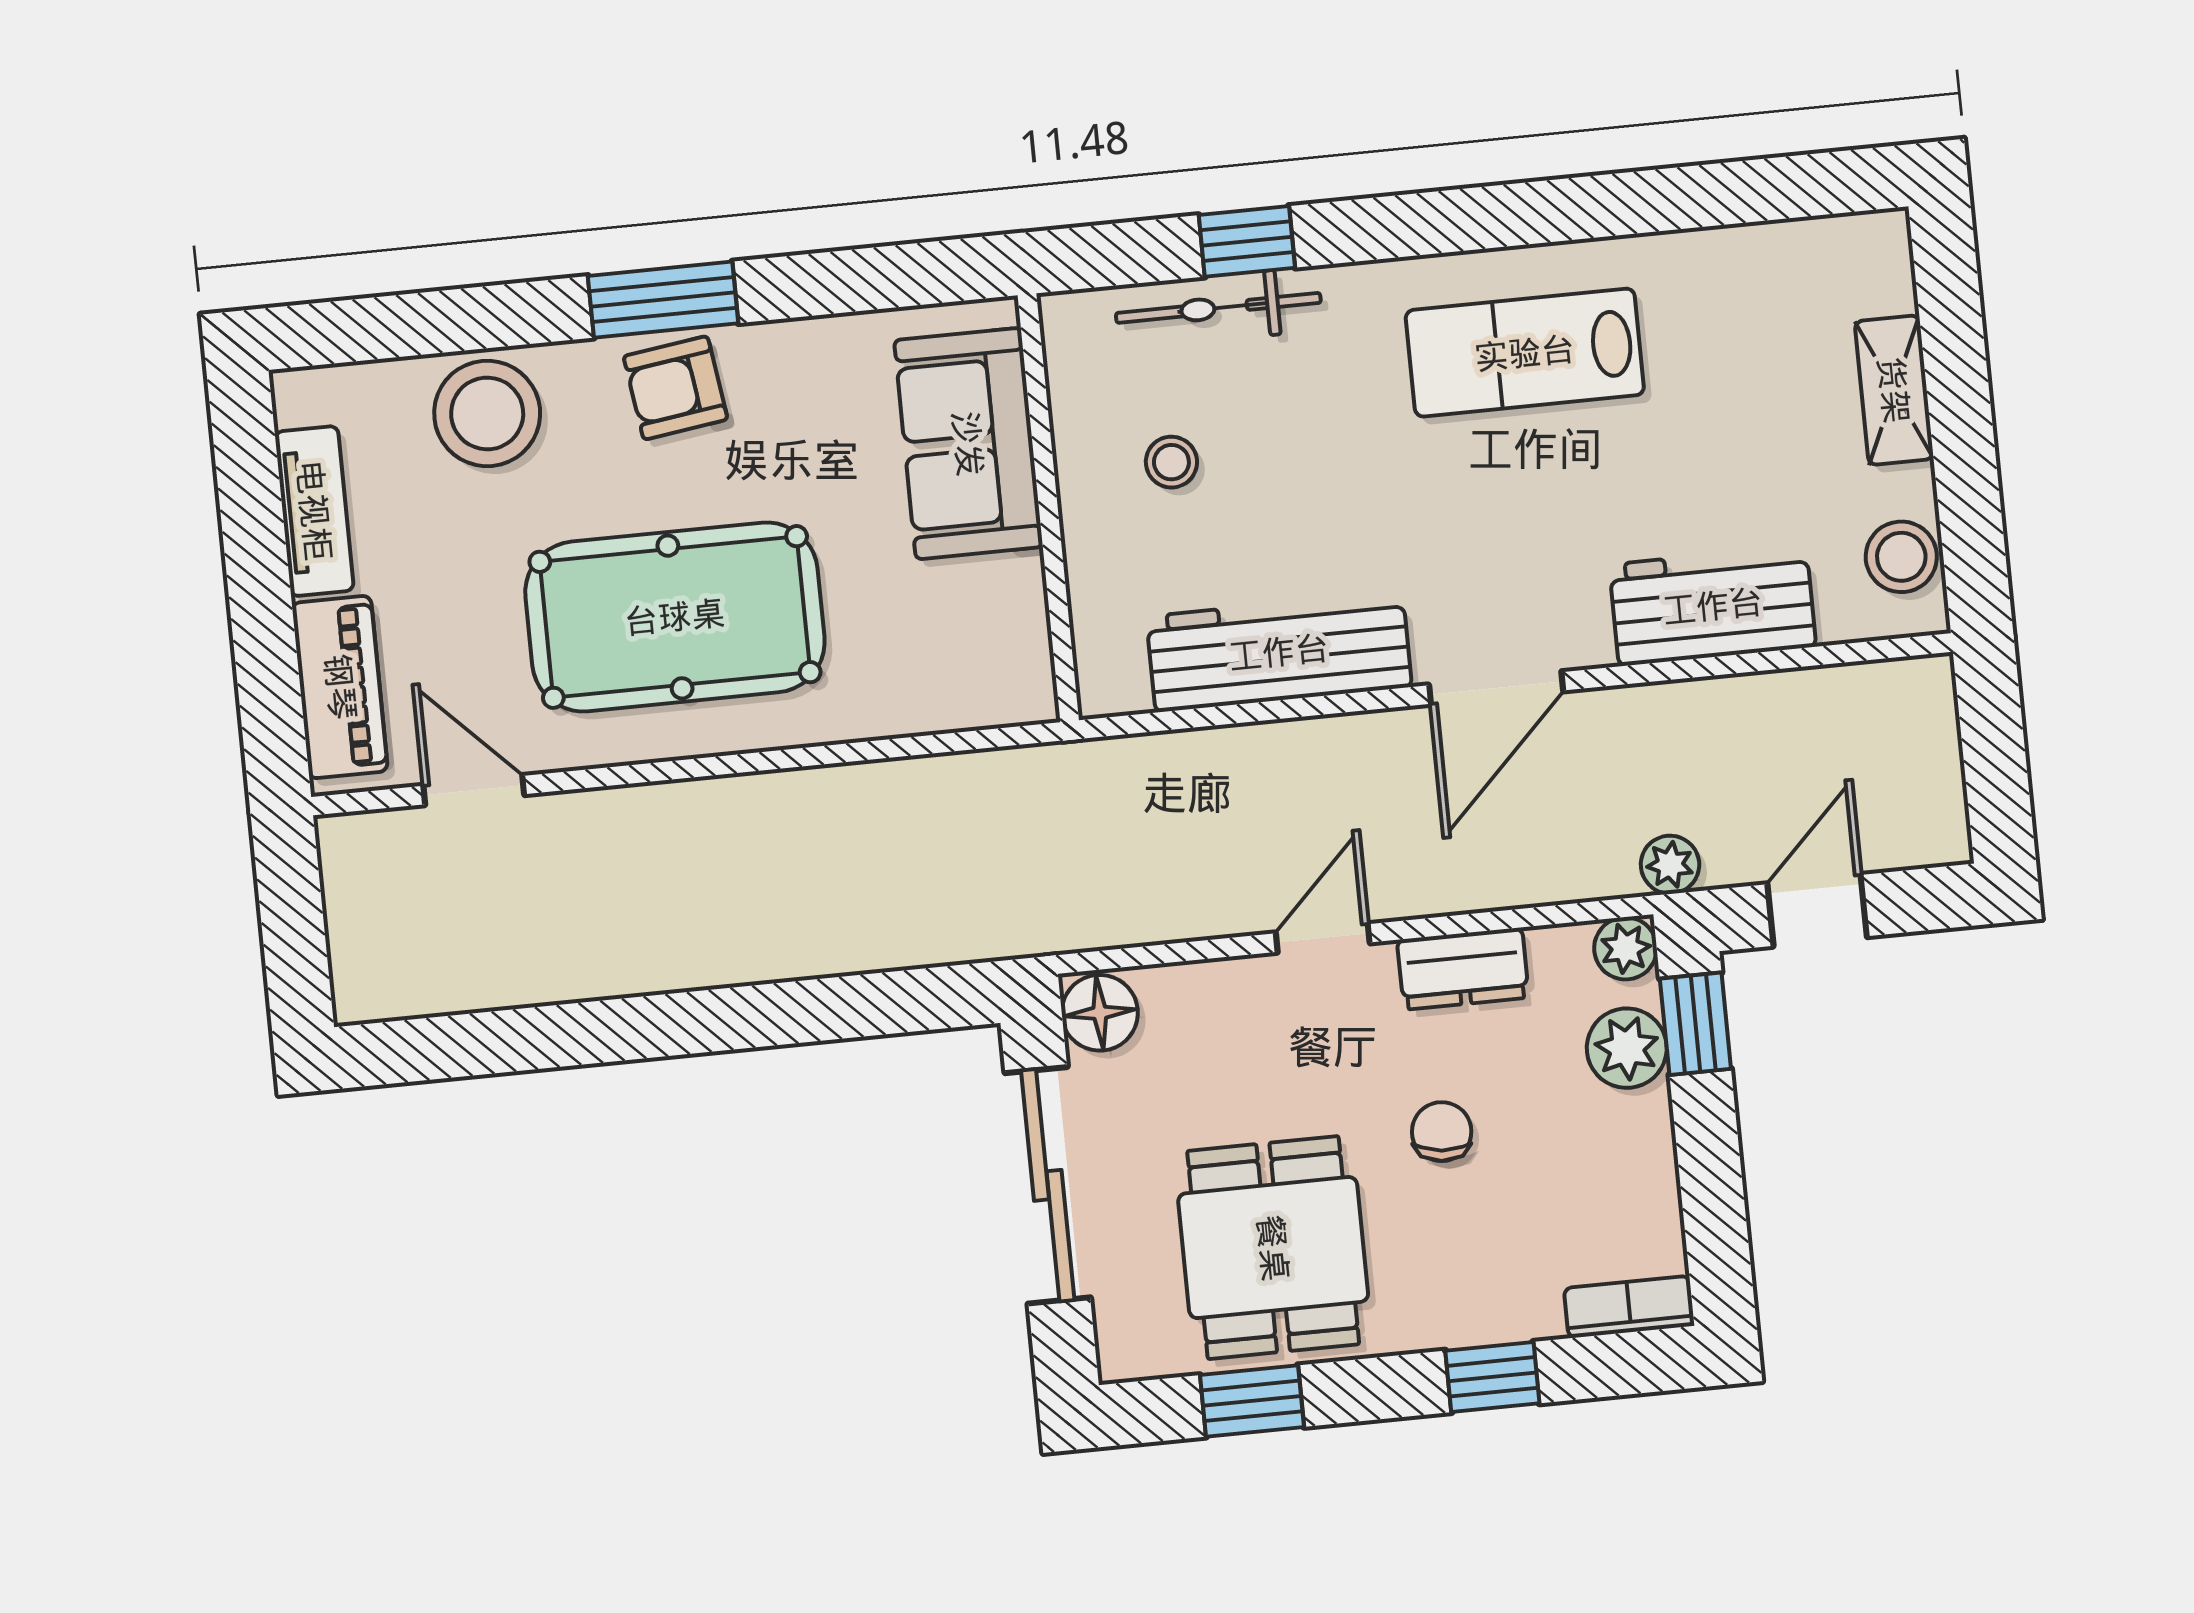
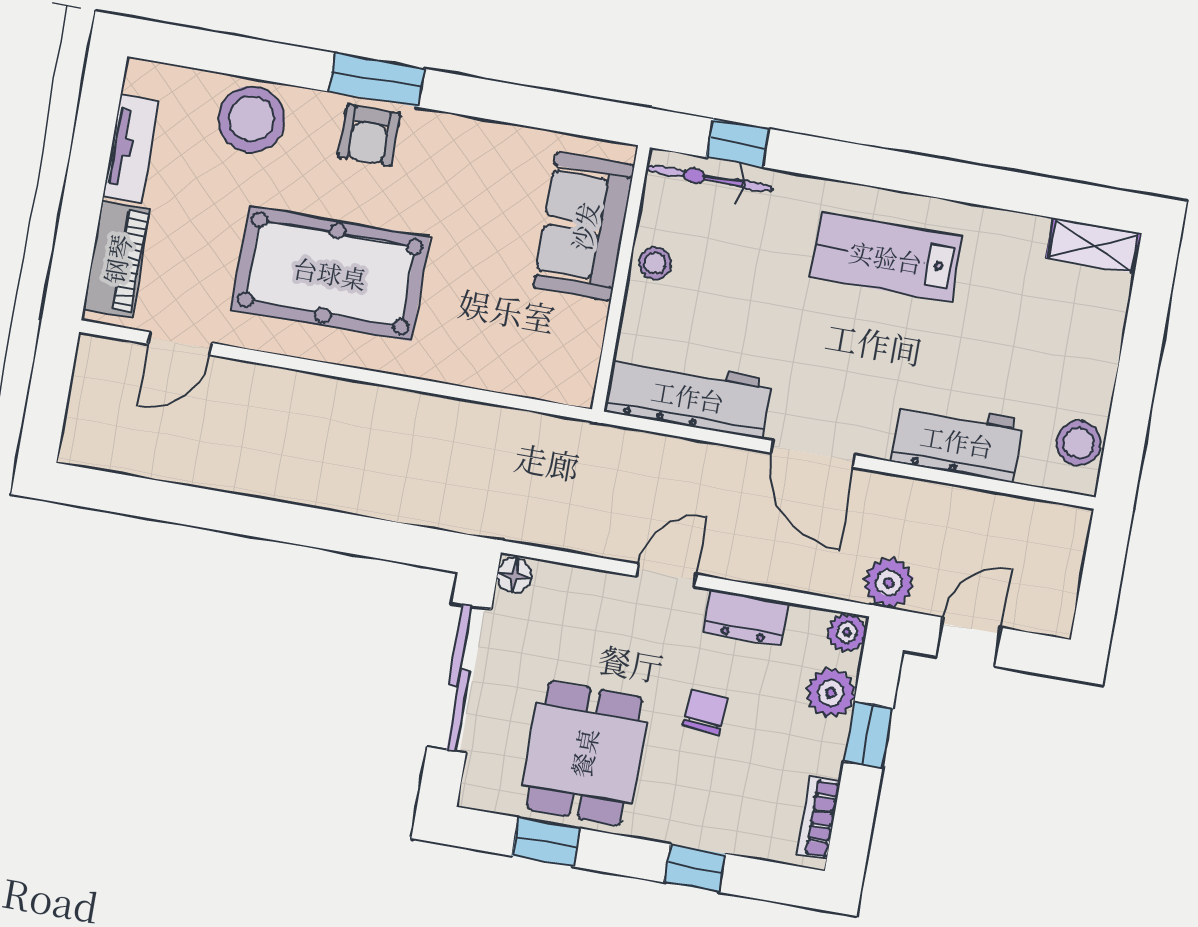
armchair: (676, 388) -> (369, 135), turned -82
shelving: (1894, 390) -> (1094, 246), moved, turned 90
sofa: (968, 444) -> (584, 226), moved
wall: (1048, 508) -> (621, 278), moved
door: (1496, 688) -> (813, 454), hinge flipped
door: (474, 790) -> (180, 343), swing flipped
plant: (1670, 865) -> (889, 583), width x1.38, depth x1.38
floor lamp: (1100, 1013) -> (514, 575), width x0.73, depth x0.73
window: (1695, 1024) -> (868, 735), moved
bookcase: (1629, 1307) -> (818, 818), moved, turned -90

